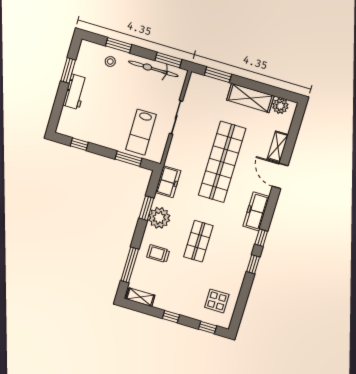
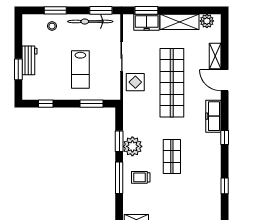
window: (68, 70) -> (18, 69), moved
lab bench: (141, 132) -> (80, 69), moved
freezer: (168, 182) -> (147, 22), moved, turned 90
window: (253, 264) -> (225, 186), moved
window: (130, 265) -> (119, 178), moved
display table: (217, 301) -> (135, 82), moved

